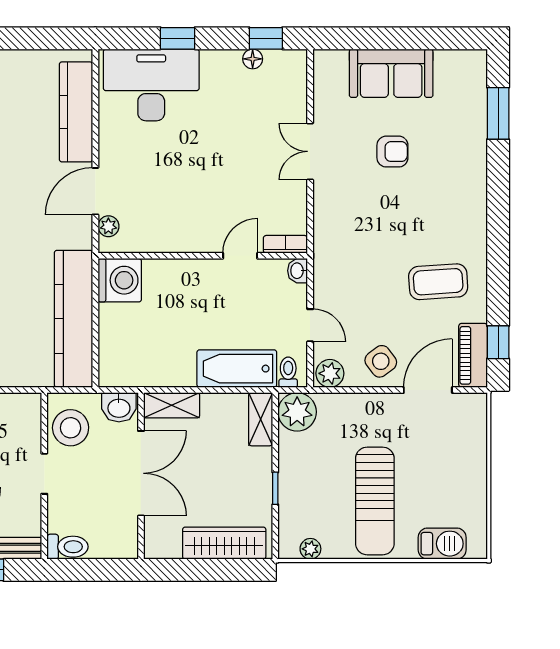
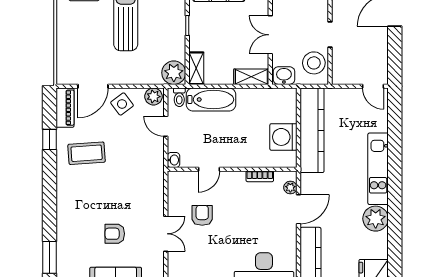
armchair: (251, 181) -> (202, 215), added
bookcase: (285, 244) -> (260, 176), moved
washing machine: (120, 280) -> (283, 137), moved
window: (498, 342) -> (49, 139), moved
double door: (141, 473) -> (270, 35), width x0.73

